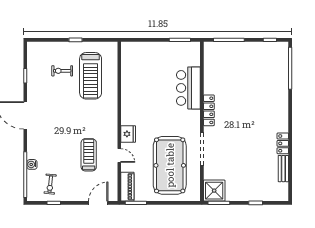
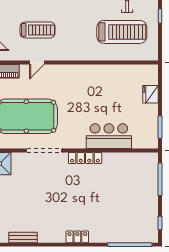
treadmill: (91, 76) -> (122, 32), turned 180
fridge: (128, 134) -> (150, 94), moved, turned 90
locker: (283, 143) -> (77, 237), moved

